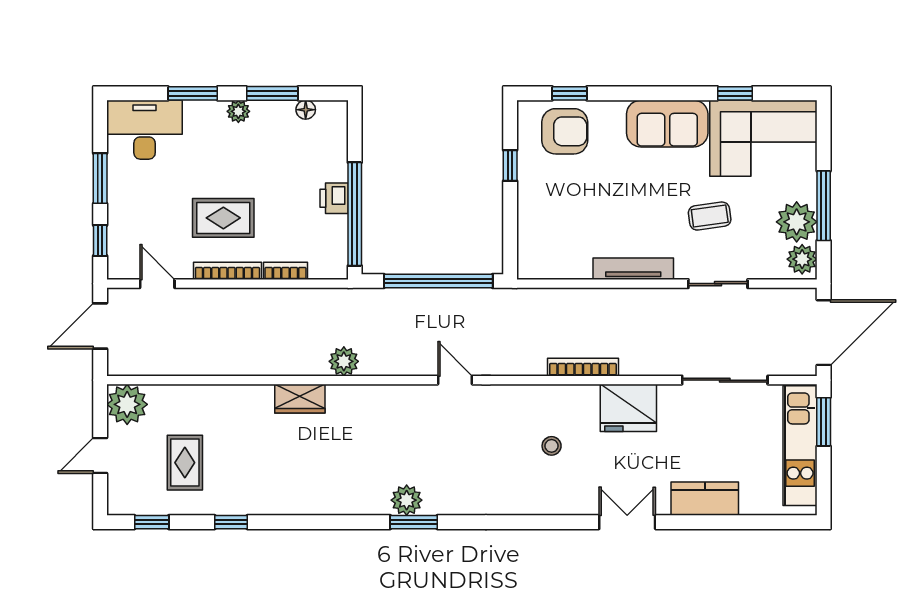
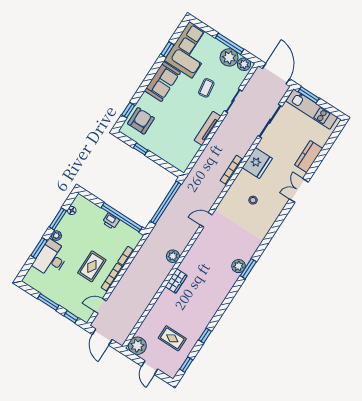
desk: (145, 130) -> (51, 259), moved

